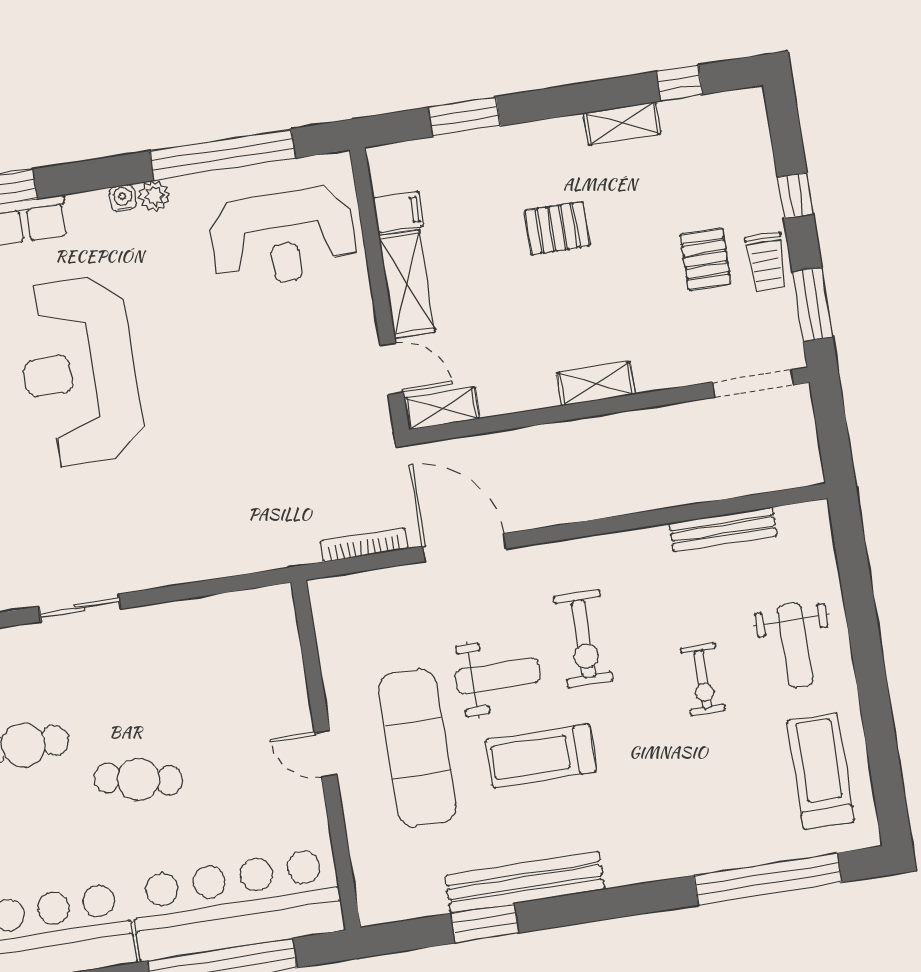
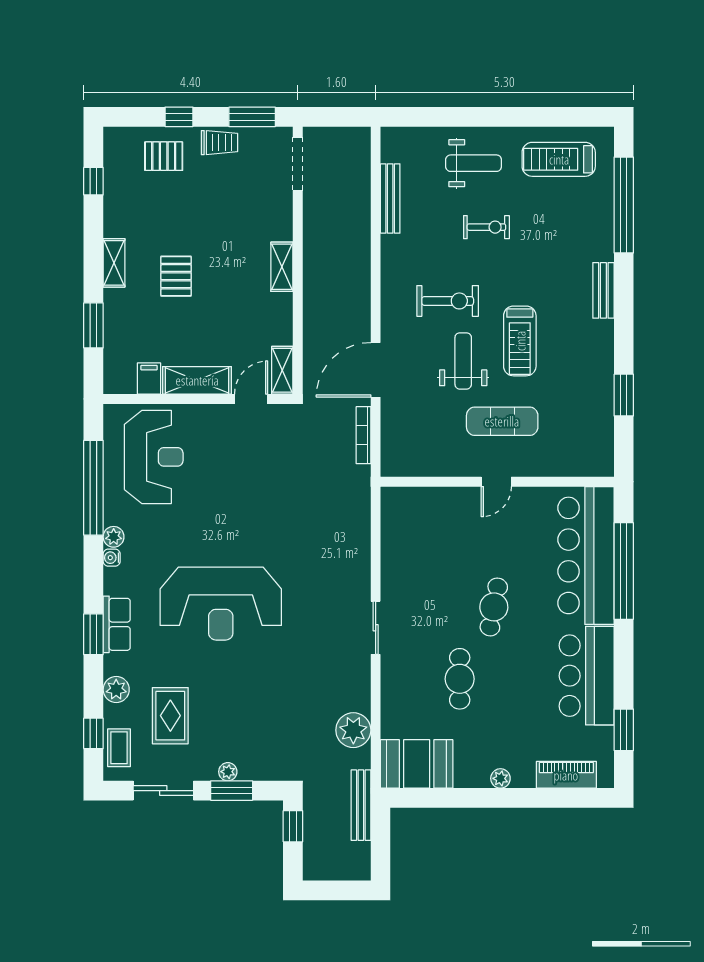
shelving: (622, 123) -> (114, 263), moved
pallet: (705, 259) -> (164, 156), moved
exercise mat: (417, 748) -> (502, 421), width x0.73, depth x0.69
bench: (525, 882) -> (603, 290), moved, width x0.54, depth x0.82

